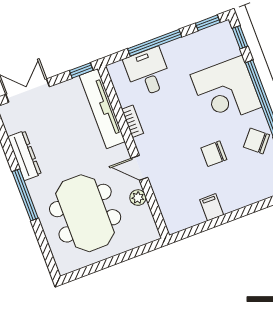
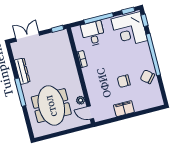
corner desk: (226, 91) -> (129, 30), moved
tv unit: (102, 109) -> (67, 50), removed
door: (139, 168) -> (90, 113), moved
filing cabinet: (212, 207) -> (124, 109), width x2.00

